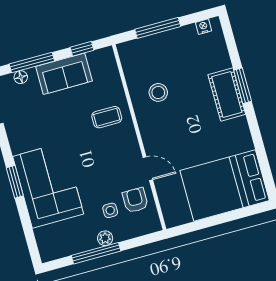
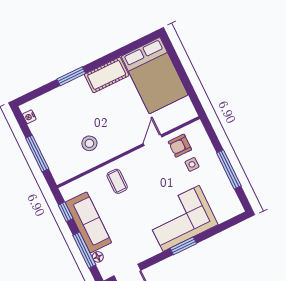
sofa: (64, 74) -> (88, 222), width x1.36
cot: (227, 95) -> (107, 75), moved
plant: (105, 238) -> (215, 164), removed

